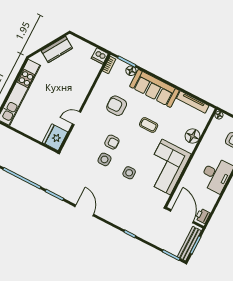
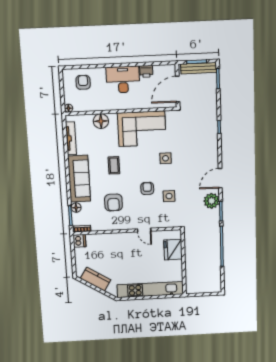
fridge: (55, 137) -> (173, 250), moved, turned 90
side table: (104, 159) -> (169, 196), moved
plant: (68, 192) -> (212, 201), added
printer: (203, 216) -> (146, 71), moved

